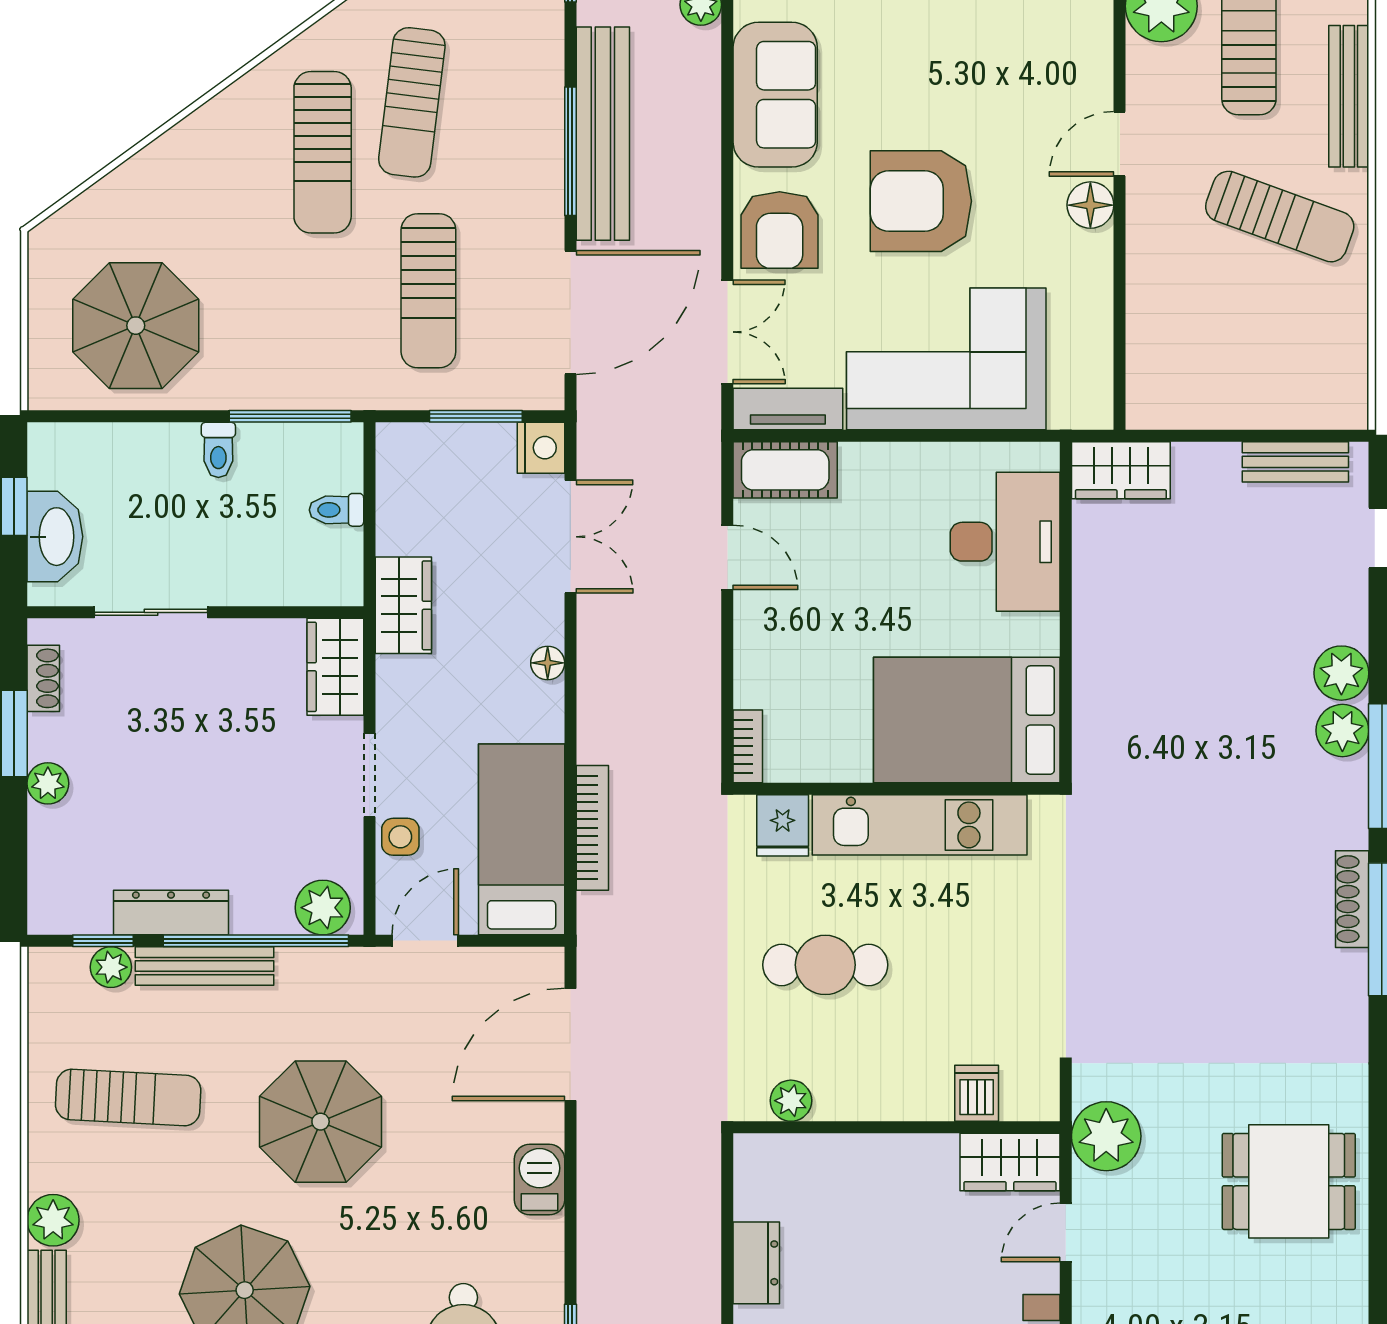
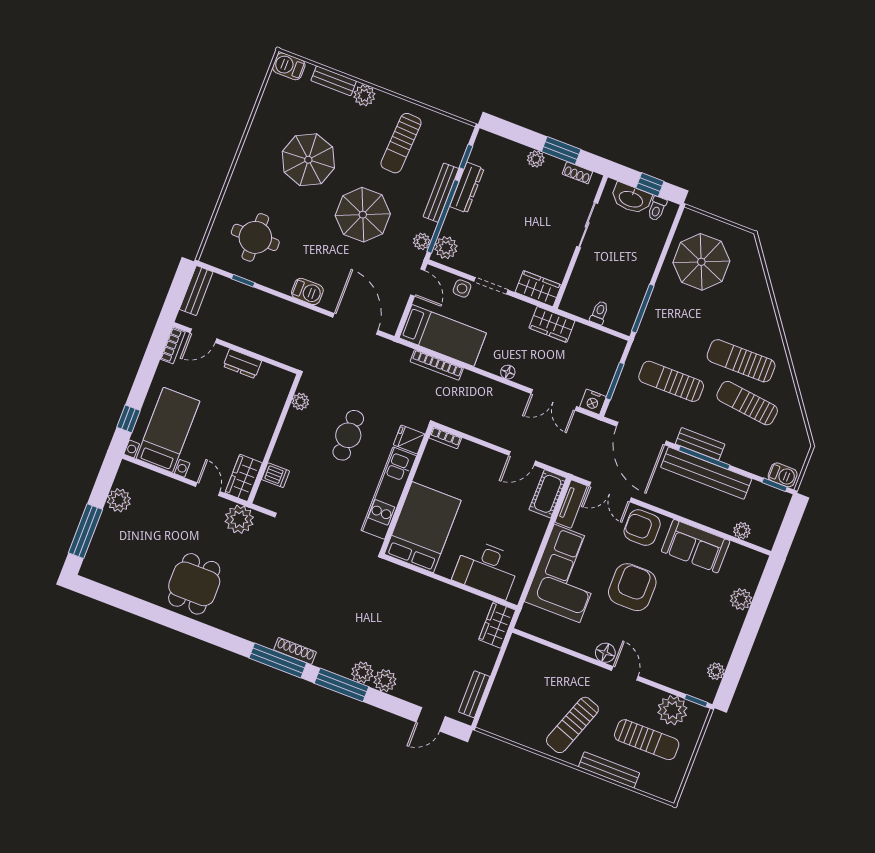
bench: (543, 172) -> (700, 444), added
toilet: (218, 450) -> (657, 209), moved, turned -90
plant: (111, 967) -> (422, 241), moved

